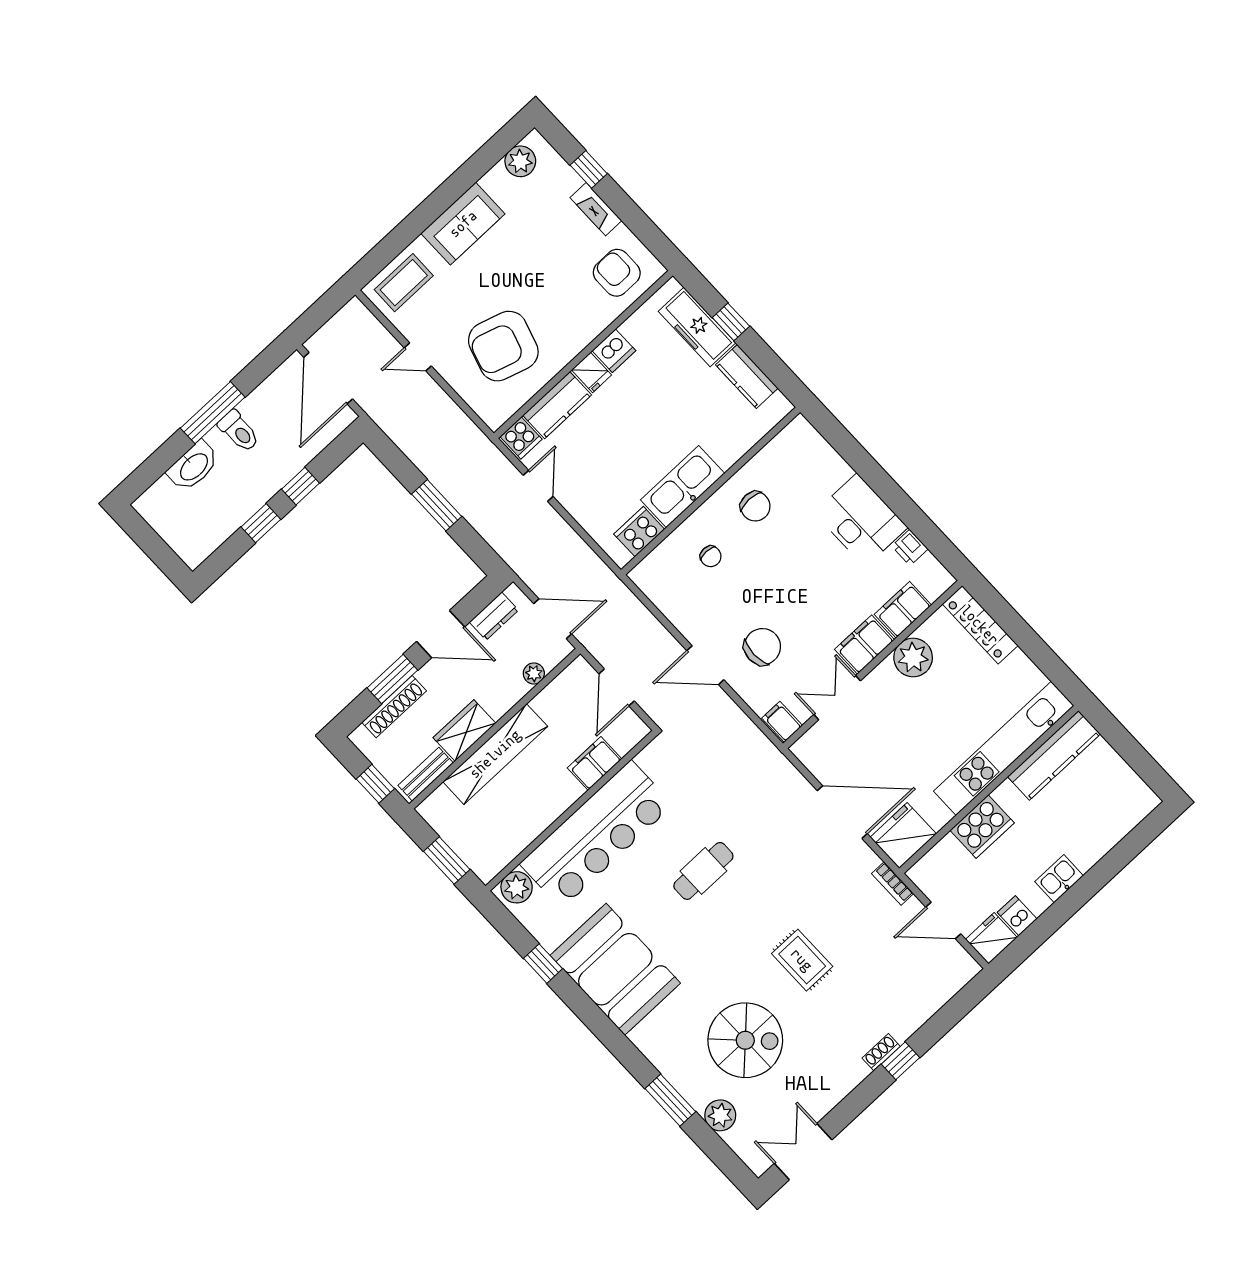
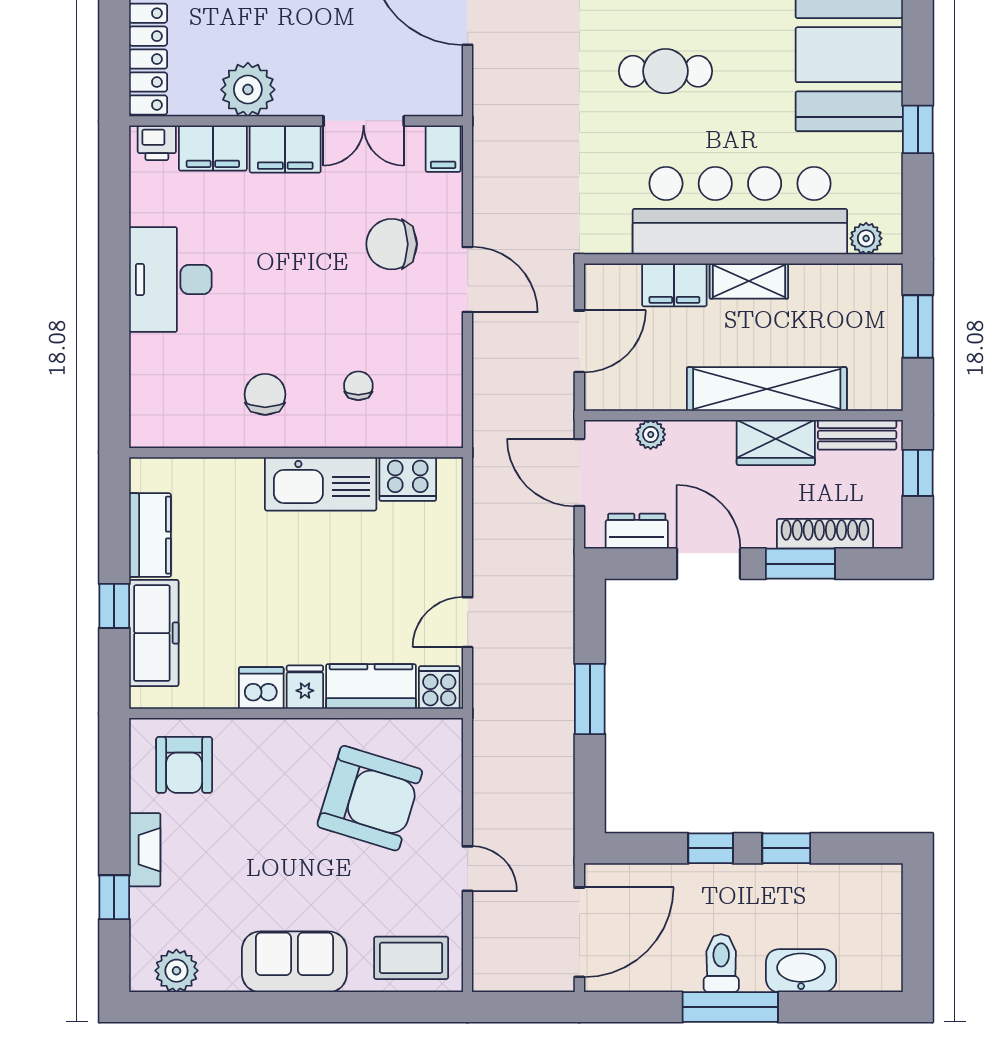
printer: (910, 548) -> (157, 143), moved, turned 90
shelving: (557, 802) -> (749, 281), added
plant: (517, 887) -> (866, 238), width x0.73, depth x0.73

